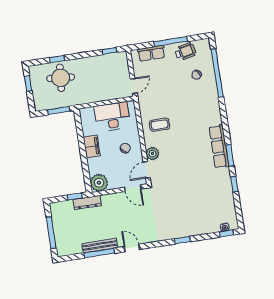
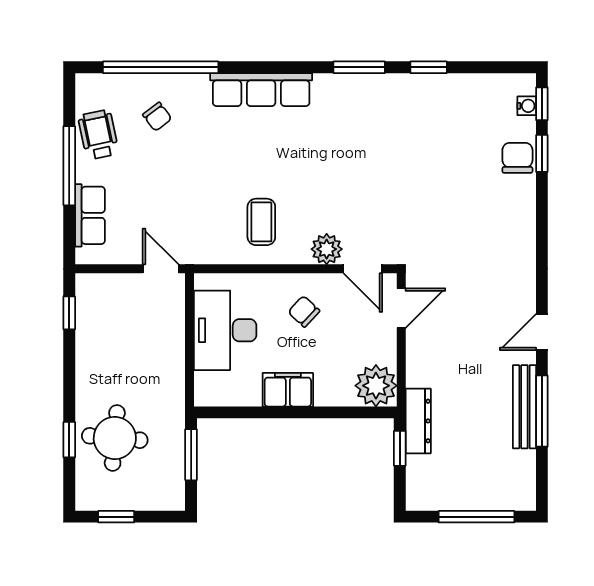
row of seats: (219, 146) -> (261, 90), moved
chair: (203, 227) -> (517, 158), added
window: (183, 240) -> (542, 153), moved

